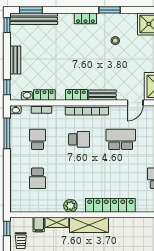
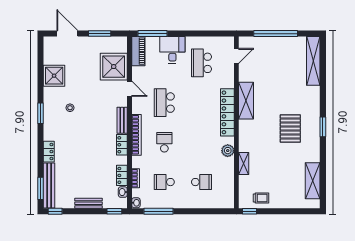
locker: (85, 18) -> (49, 152), moved
filing cabinet: (39, 224) -> (246, 181), removed
shelving: (89, 225) -> (246, 101), moved

